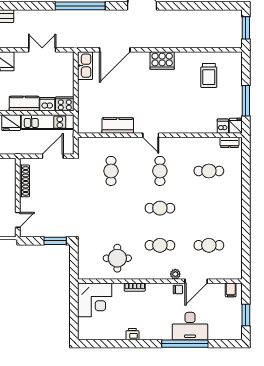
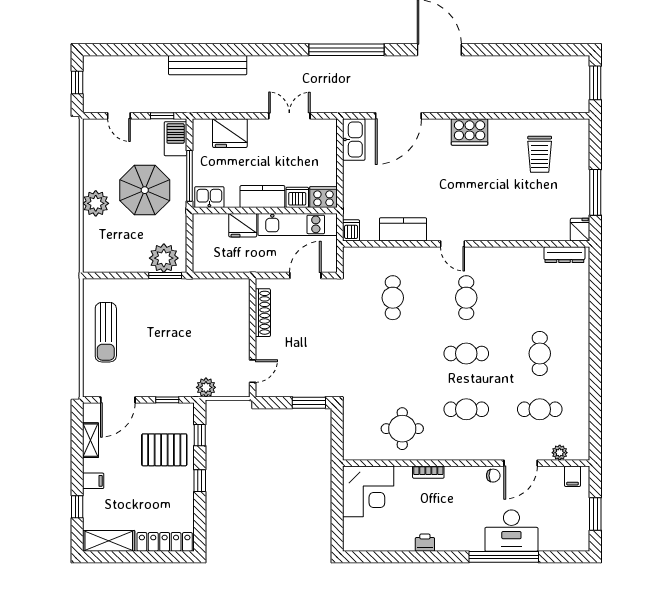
dishwasher: (223, 126) -> (351, 230), moved
dresser: (229, 142) -> (564, 255), width x1.44
cafe table: (209, 171) -> (540, 353), moved, turned 90
plant: (175, 274) -> (560, 453), moved

